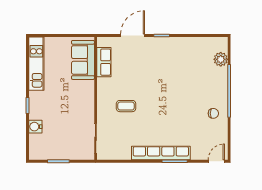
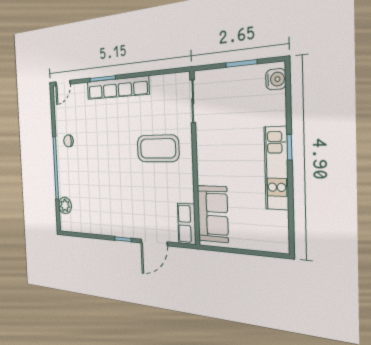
row of seats: (104, 62) -> (187, 224), moved
kitchen unit: (36, 64) -> (276, 168), moved
coffee table: (126, 106) -> (158, 148), width x1.86, depth x1.72
water cooler: (35, 127) -> (276, 79), moved

